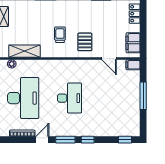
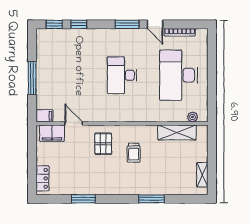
filing cabinet: (133, 43) -> (52, 133), moved, turned 90
door: (42, 140) -> (155, 24), hinge flipped
window: (88, 140) -> (79, 24), moved

